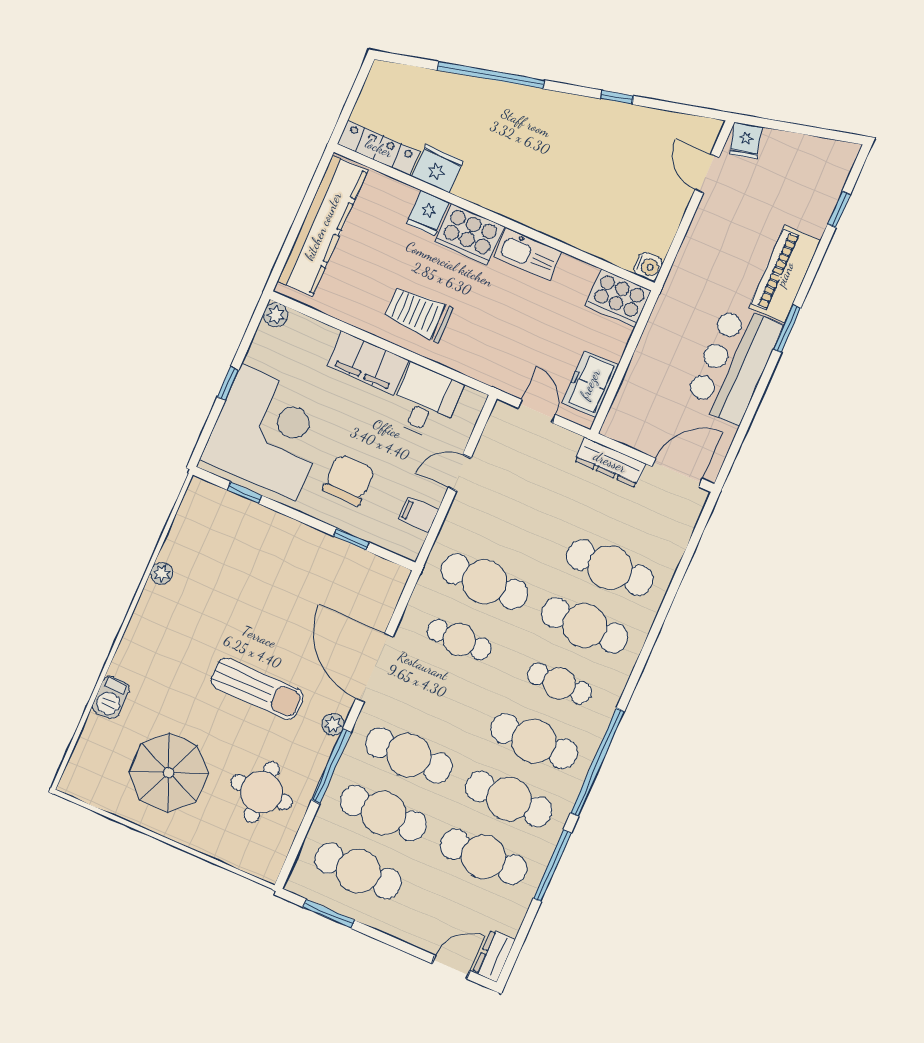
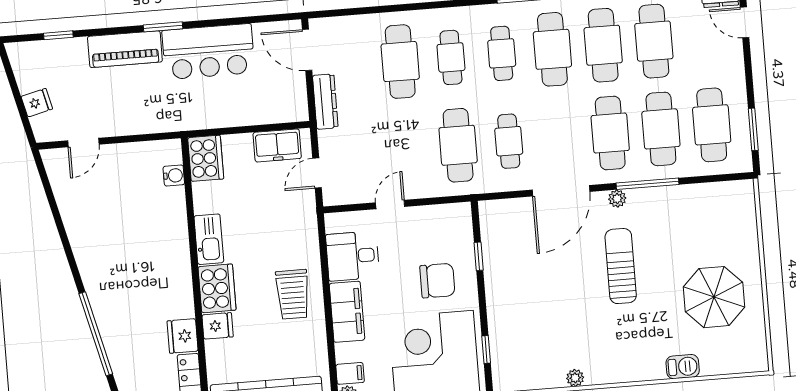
window: (617, 97) -> (63, 236), removed
fridge: (746, 141) -> (37, 103), moved
water cooler: (648, 267) -> (174, 176), moved, turned 90
door: (460, 473) -> (390, 205), swing flipped
chair: (349, 480) -> (437, 281), turned 180
filing cabinet: (418, 515) -> (350, 373), moved, turned -90
cafe table: (585, 625) -> (451, 57), width x0.73, depth x0.74
round table: (262, 792) -> (692, 224), removed

